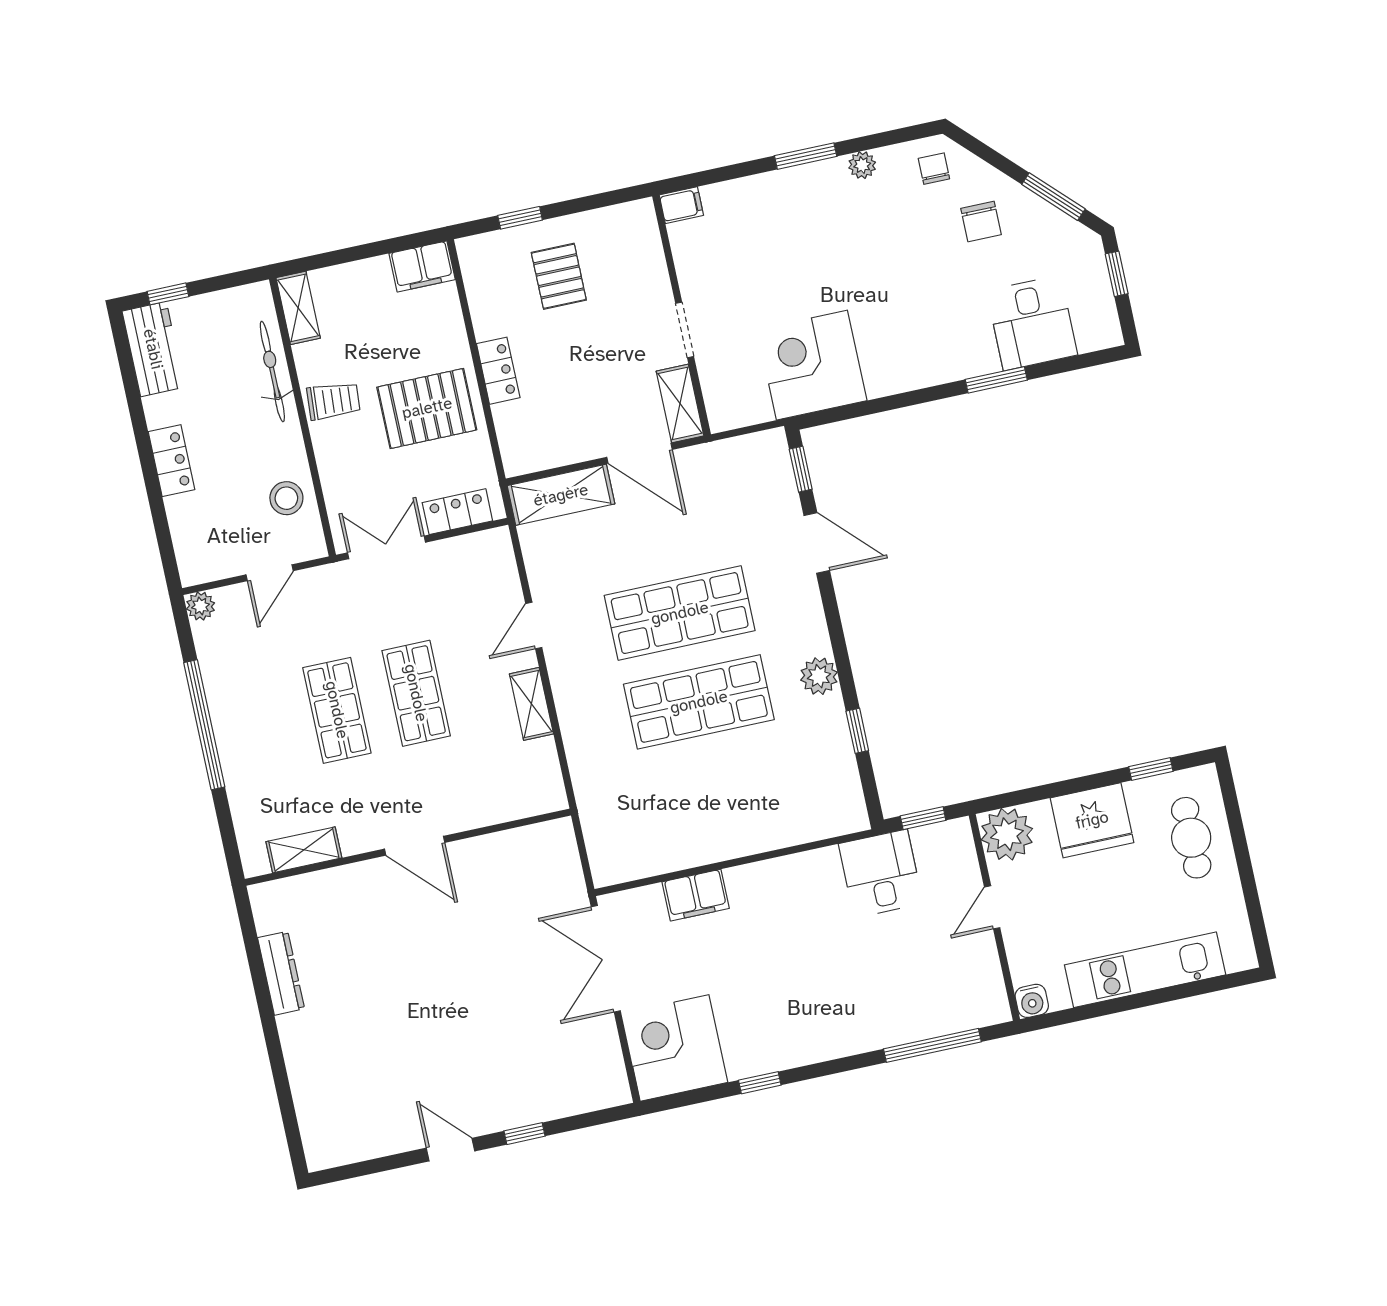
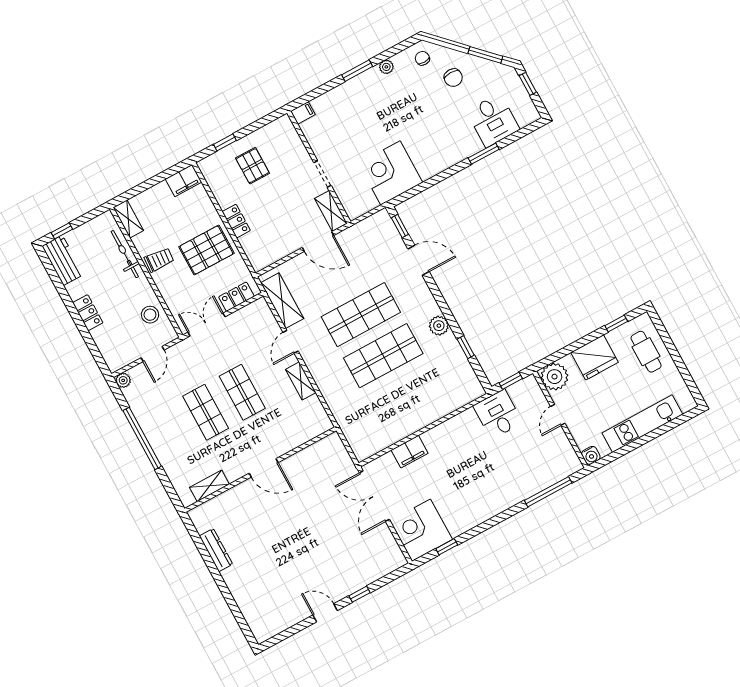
shelving: (561, 495) -> (282, 301), moved, turned 90
window: (760, 1083) -> (447, 547), moved

